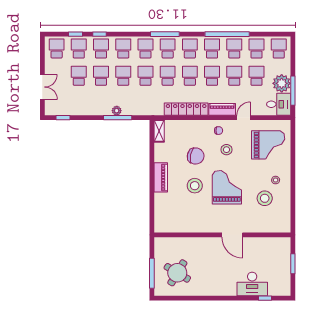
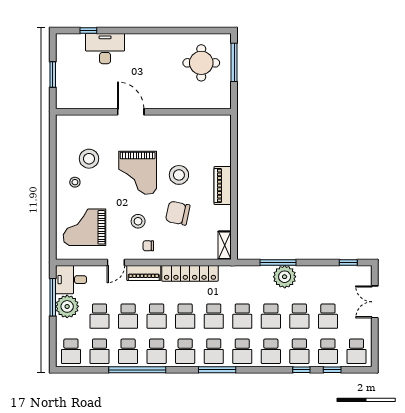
plant: (117, 111) -> (285, 277), width x1.88, depth x1.88
round table: (177, 273) -> (201, 63), turned -31

